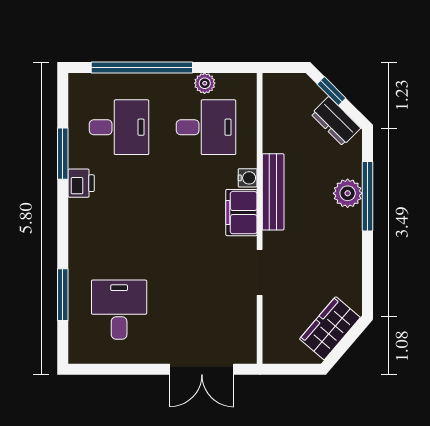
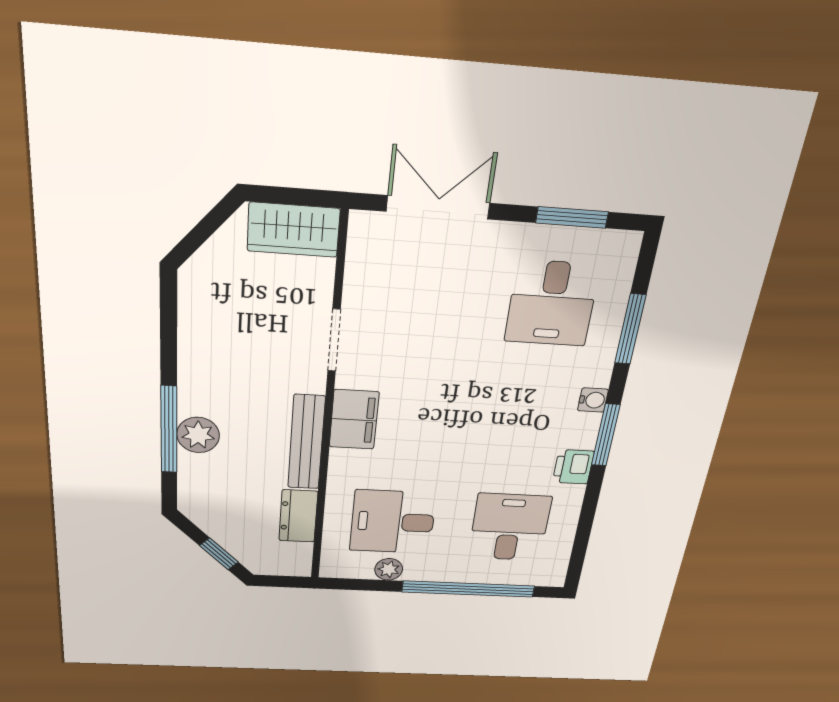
dresser: (336, 121) -> (298, 516), moved, turned -135
desk: (119, 127) -> (509, 527), turned 90
window: (63, 154) -> (606, 435), moved
water cooler: (248, 178) -> (593, 400), moved, turned 180
wardrobe: (330, 328) -> (293, 230), moved, turned 50
window: (117, 369) -> (572, 217), added

